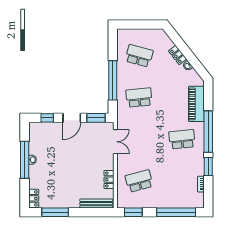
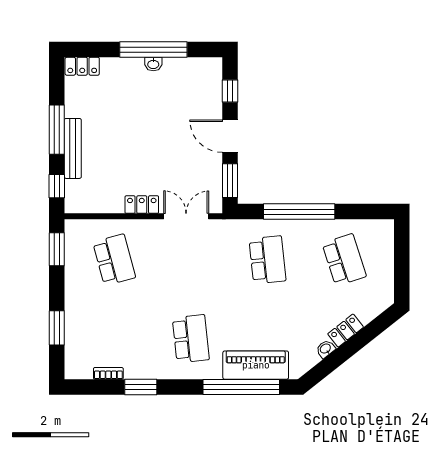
school desk: (139, 56) -> (344, 260), turned -33
window: (208, 132) -> (241, 387), moved
double door: (115, 142) -> (186, 216), swing flipped
locker: (109, 180) -> (142, 205), moved
bench: (96, 204) -> (73, 148), moved
window: (55, 212) -> (57, 130), moved
window: (99, 212) -> (57, 186), added
window: (176, 212) -> (57, 328), width x0.47

